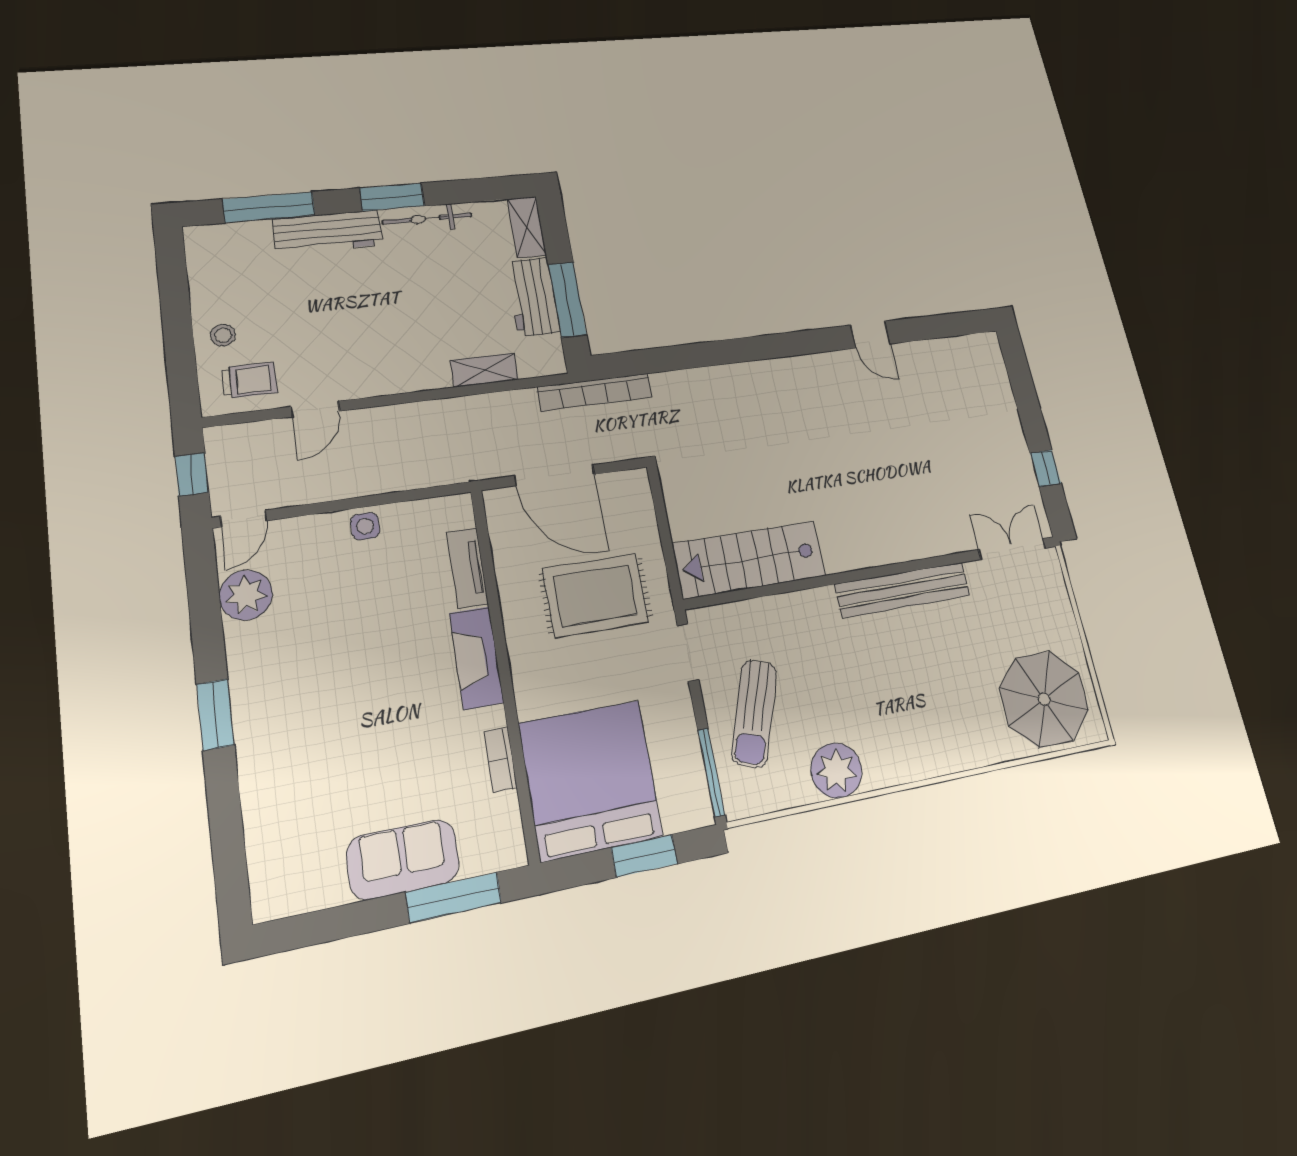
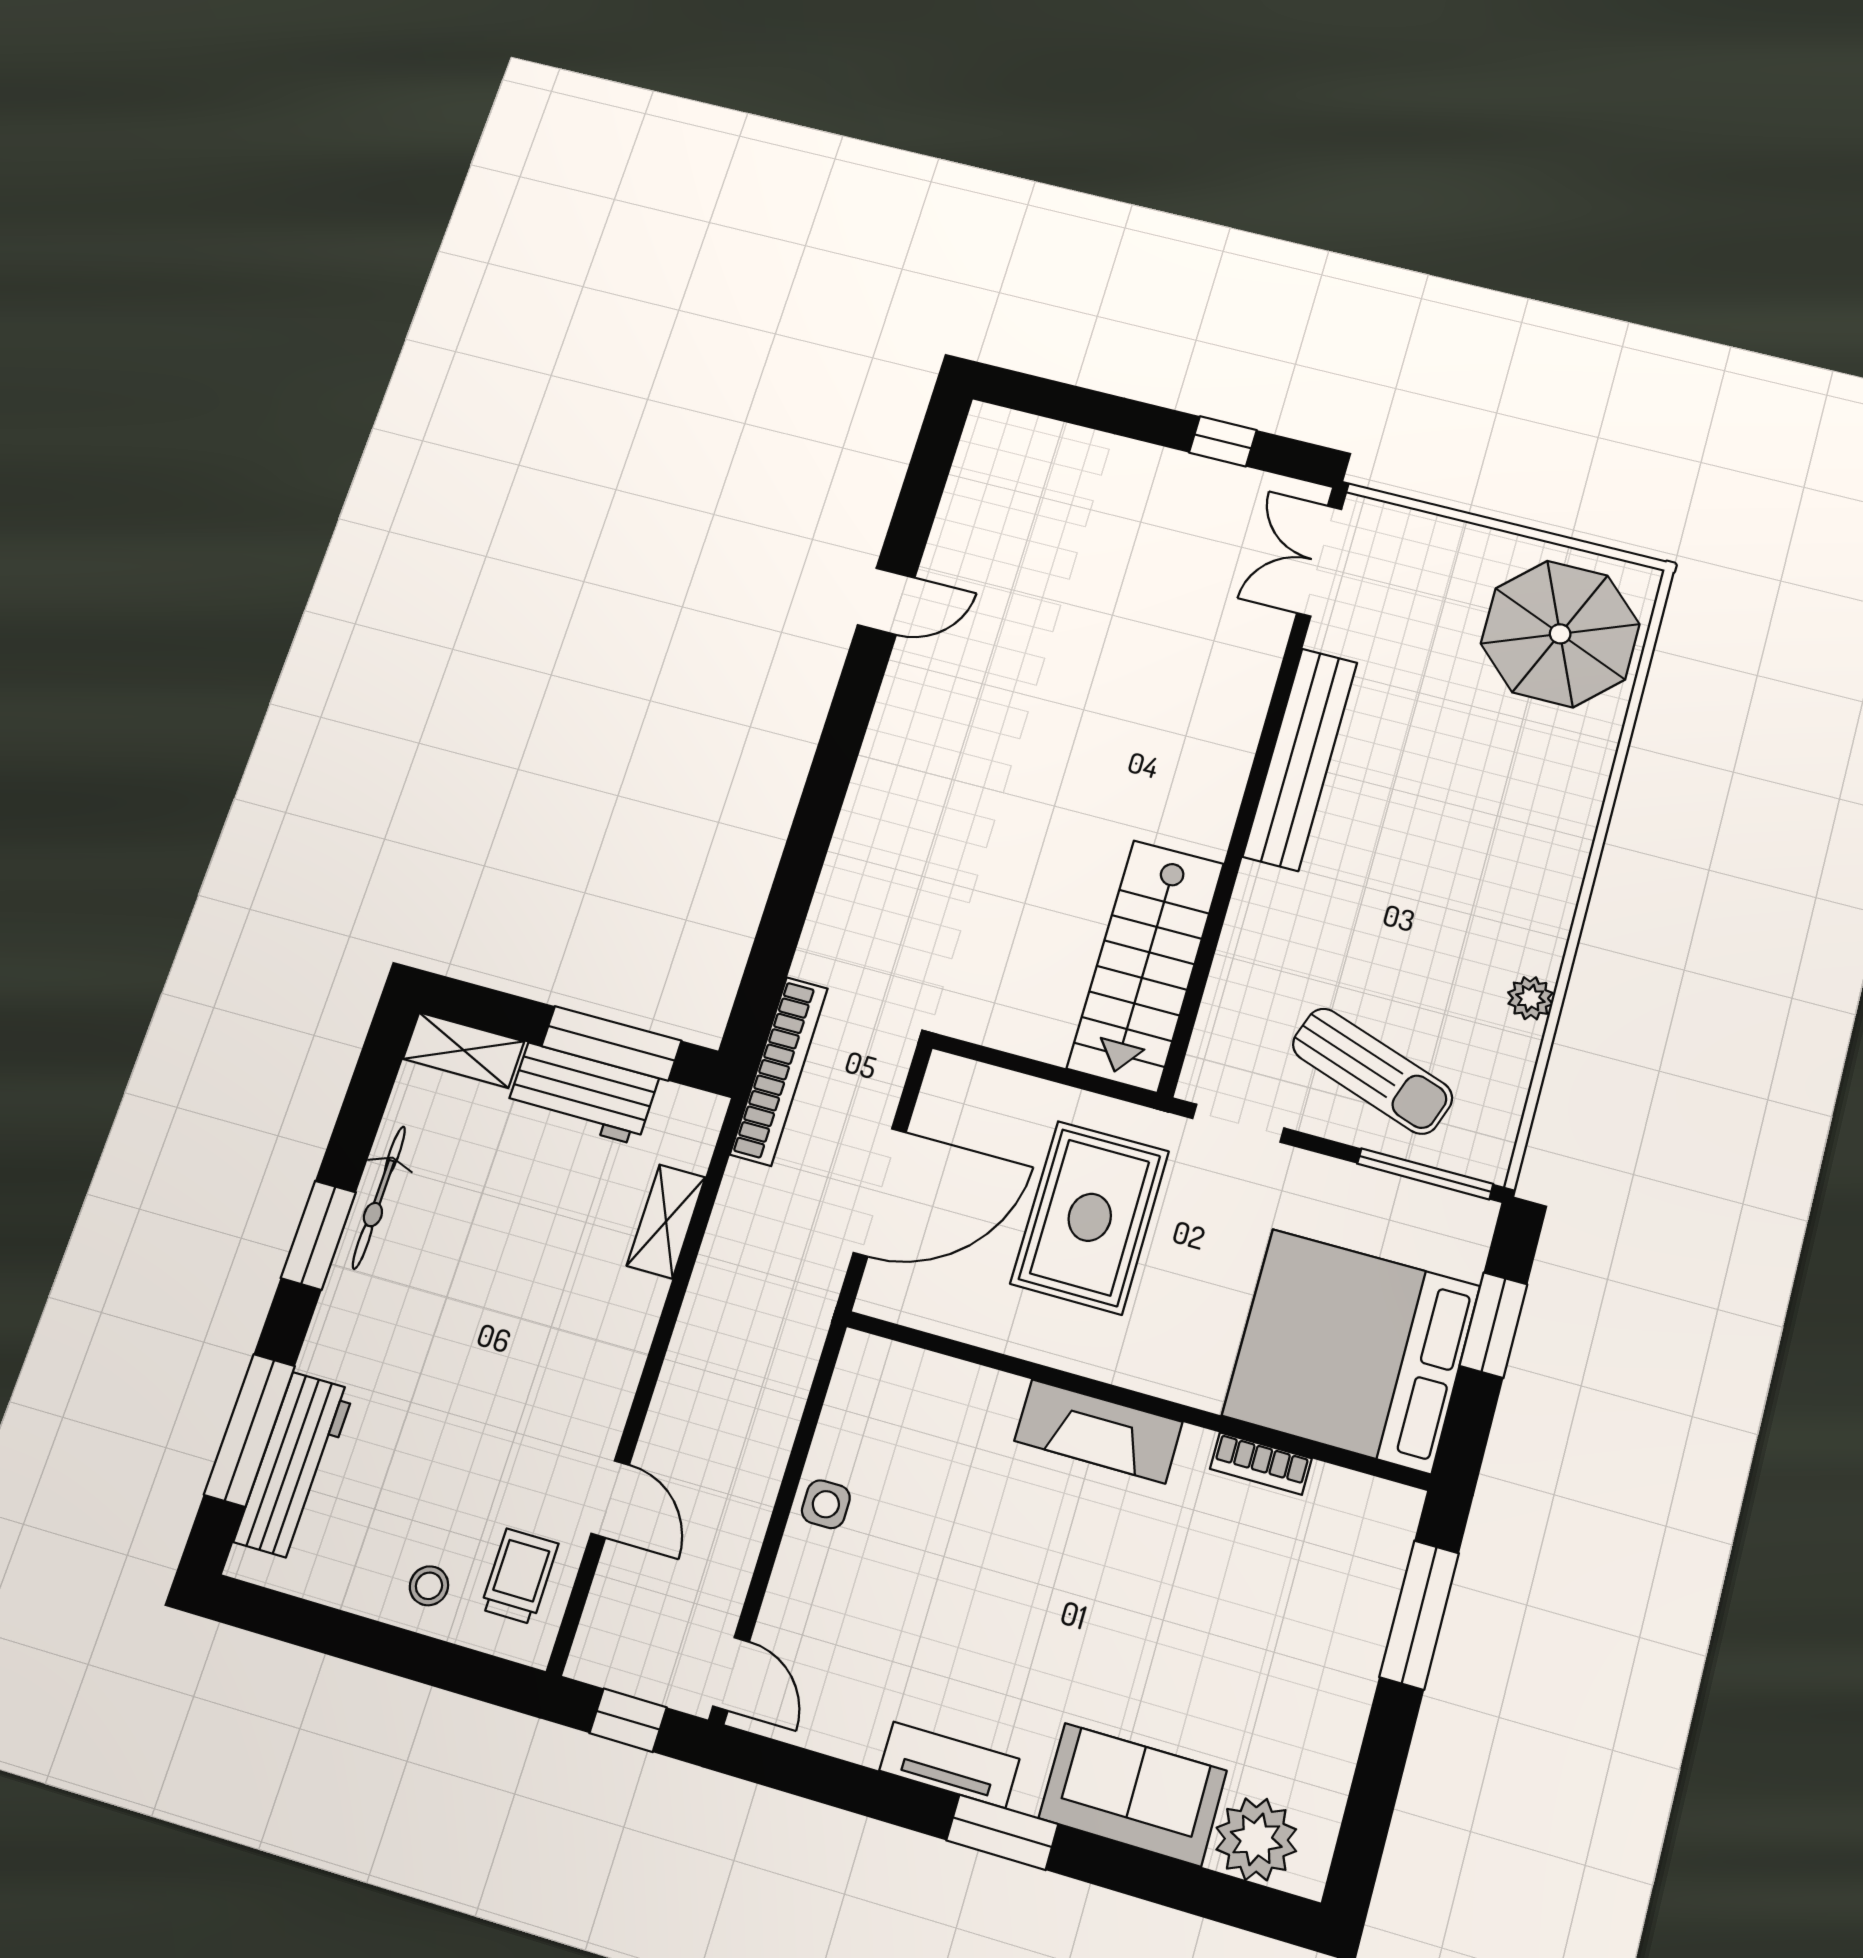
workbench: (328, 232) -> (294, 1466), moved
tv unit: (468, 568) -> (949, 1765), moved, turned 180
plant: (246, 595) -> (1256, 1839), moved
plant: (836, 771) -> (1530, 998), width x0.53, depth x0.53
sofa: (403, 859) -> (1133, 1794), moved, turned 90

